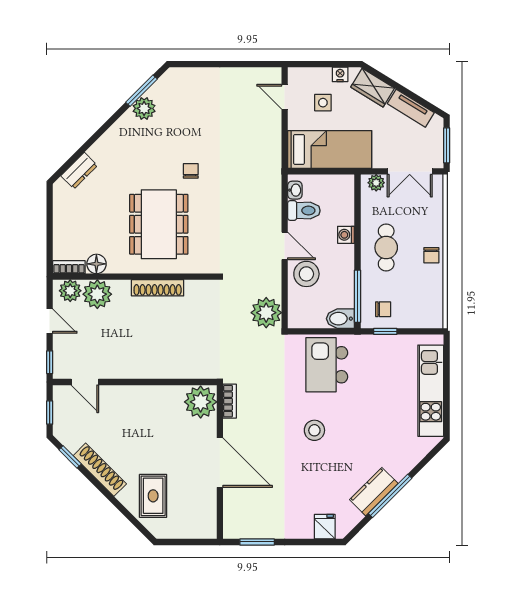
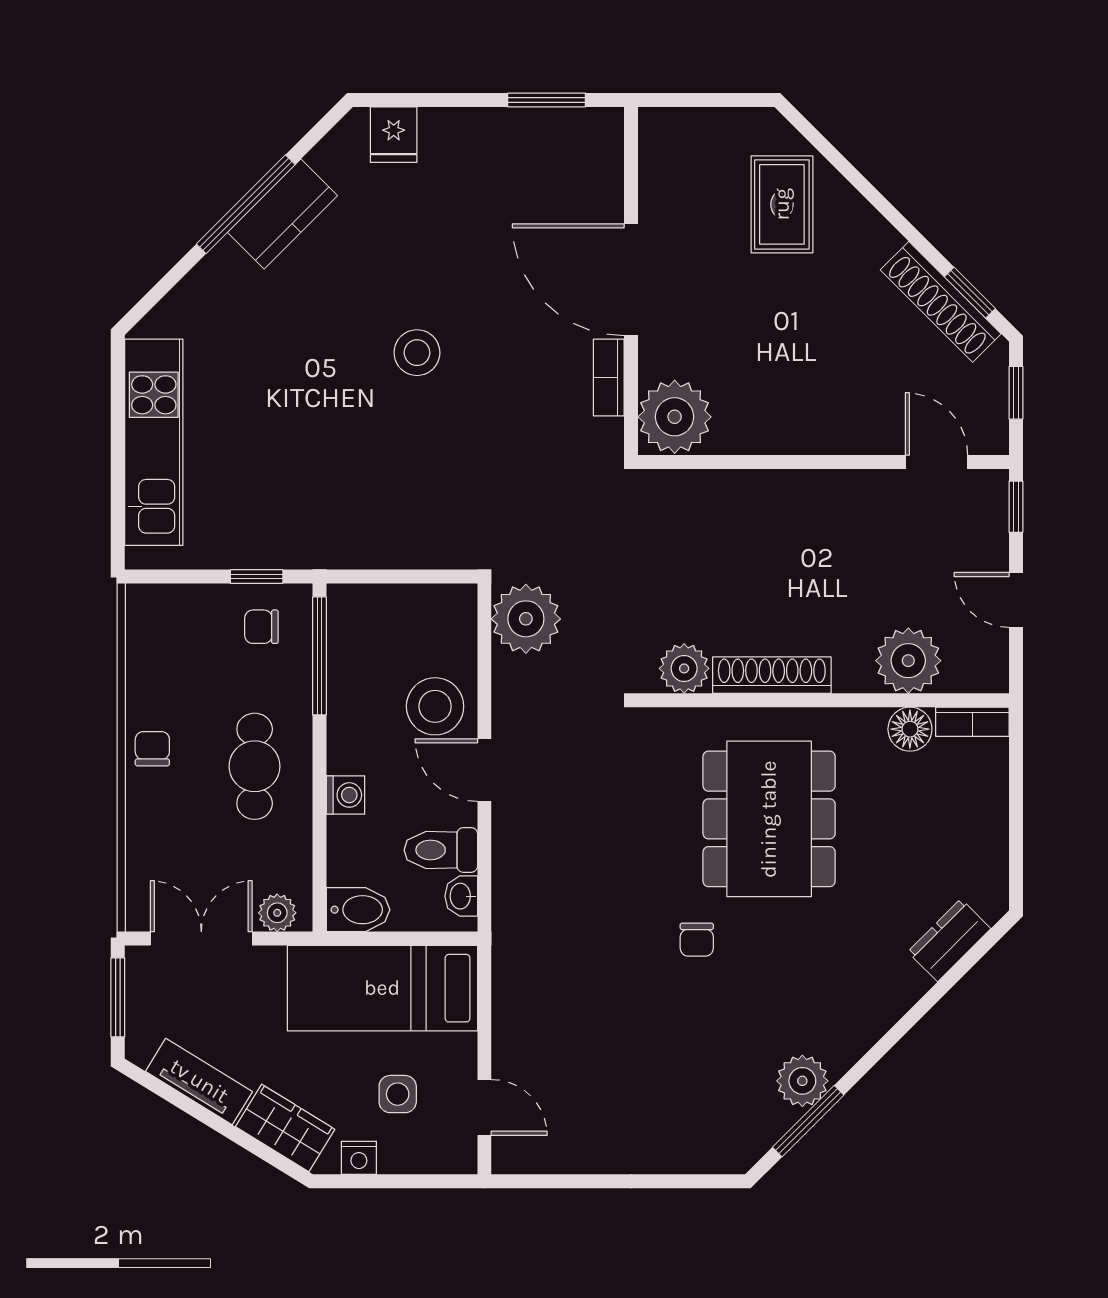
plant: (70, 291) -> (684, 668), moved
bidet: (340, 319) -> (358, 910), moved
kitchen island: (327, 365) -> (389, 501), removed
bookcase: (230, 401) -> (609, 378), moved
shoe rack: (100, 470) -> (941, 302), moved

